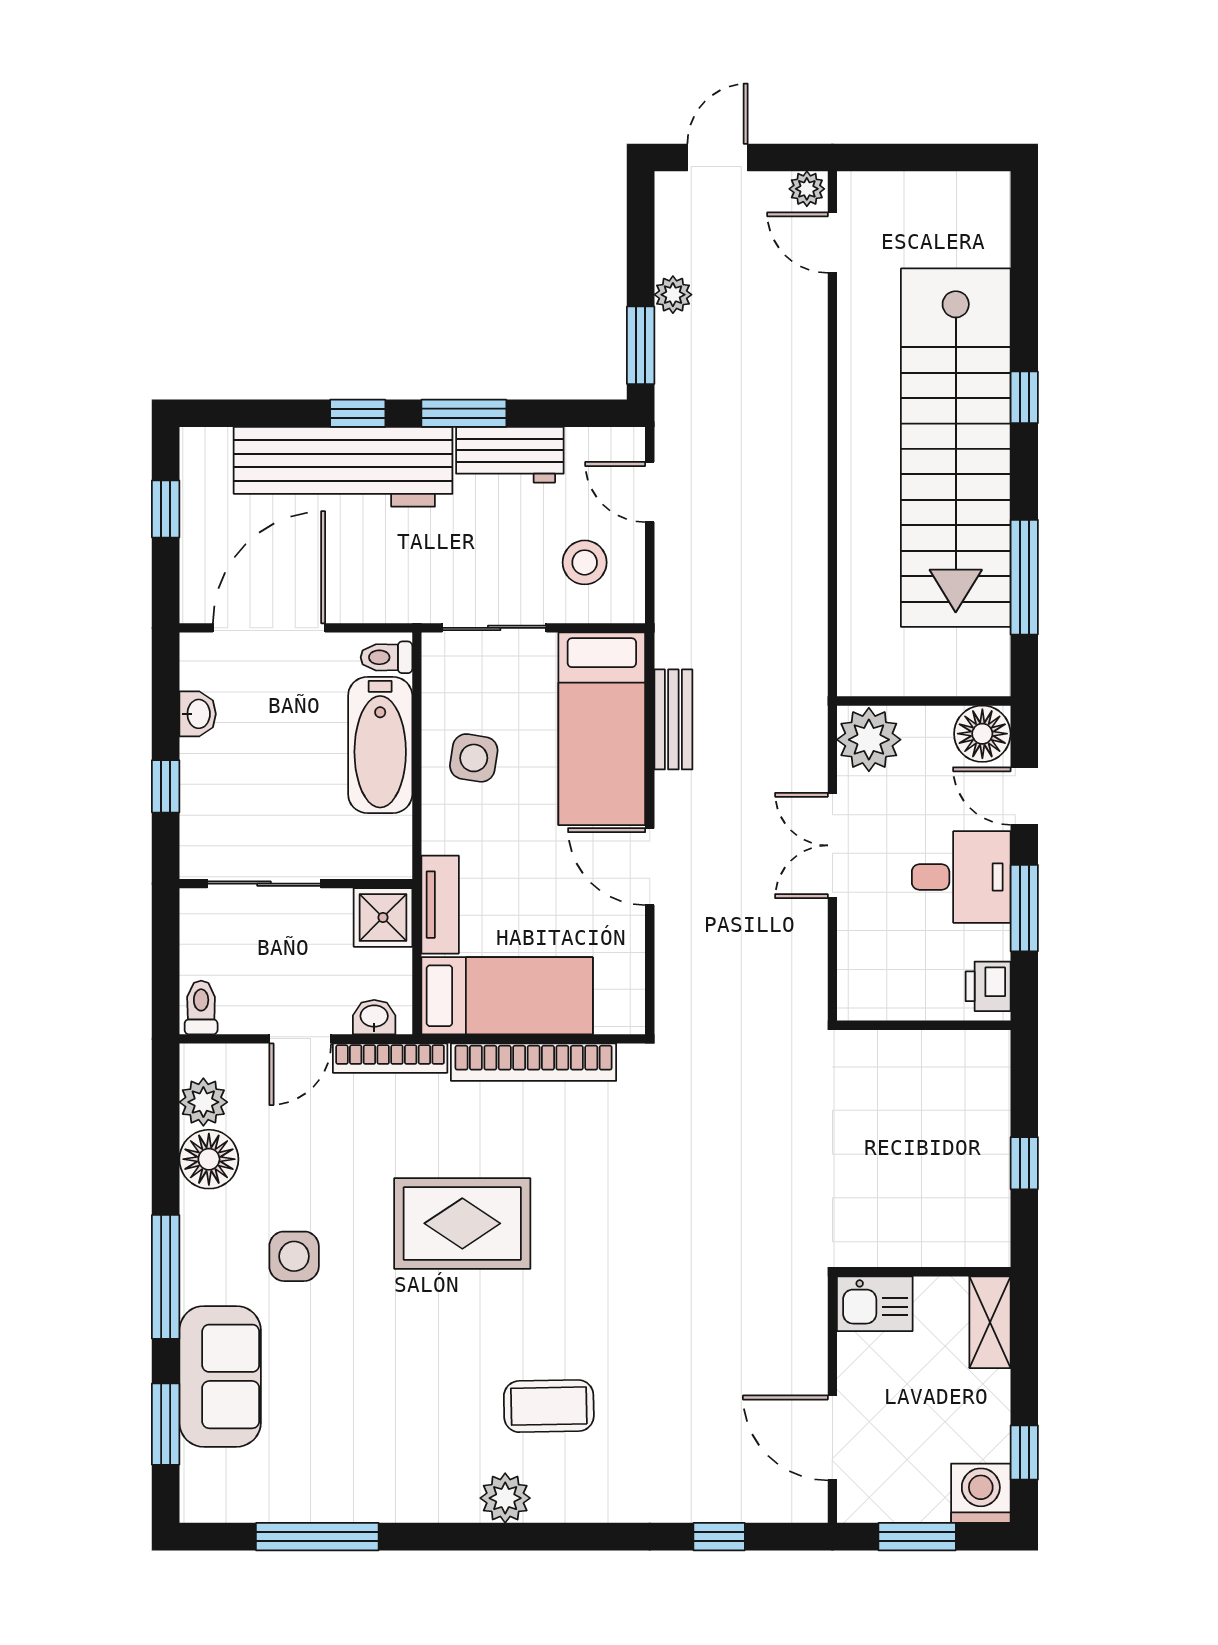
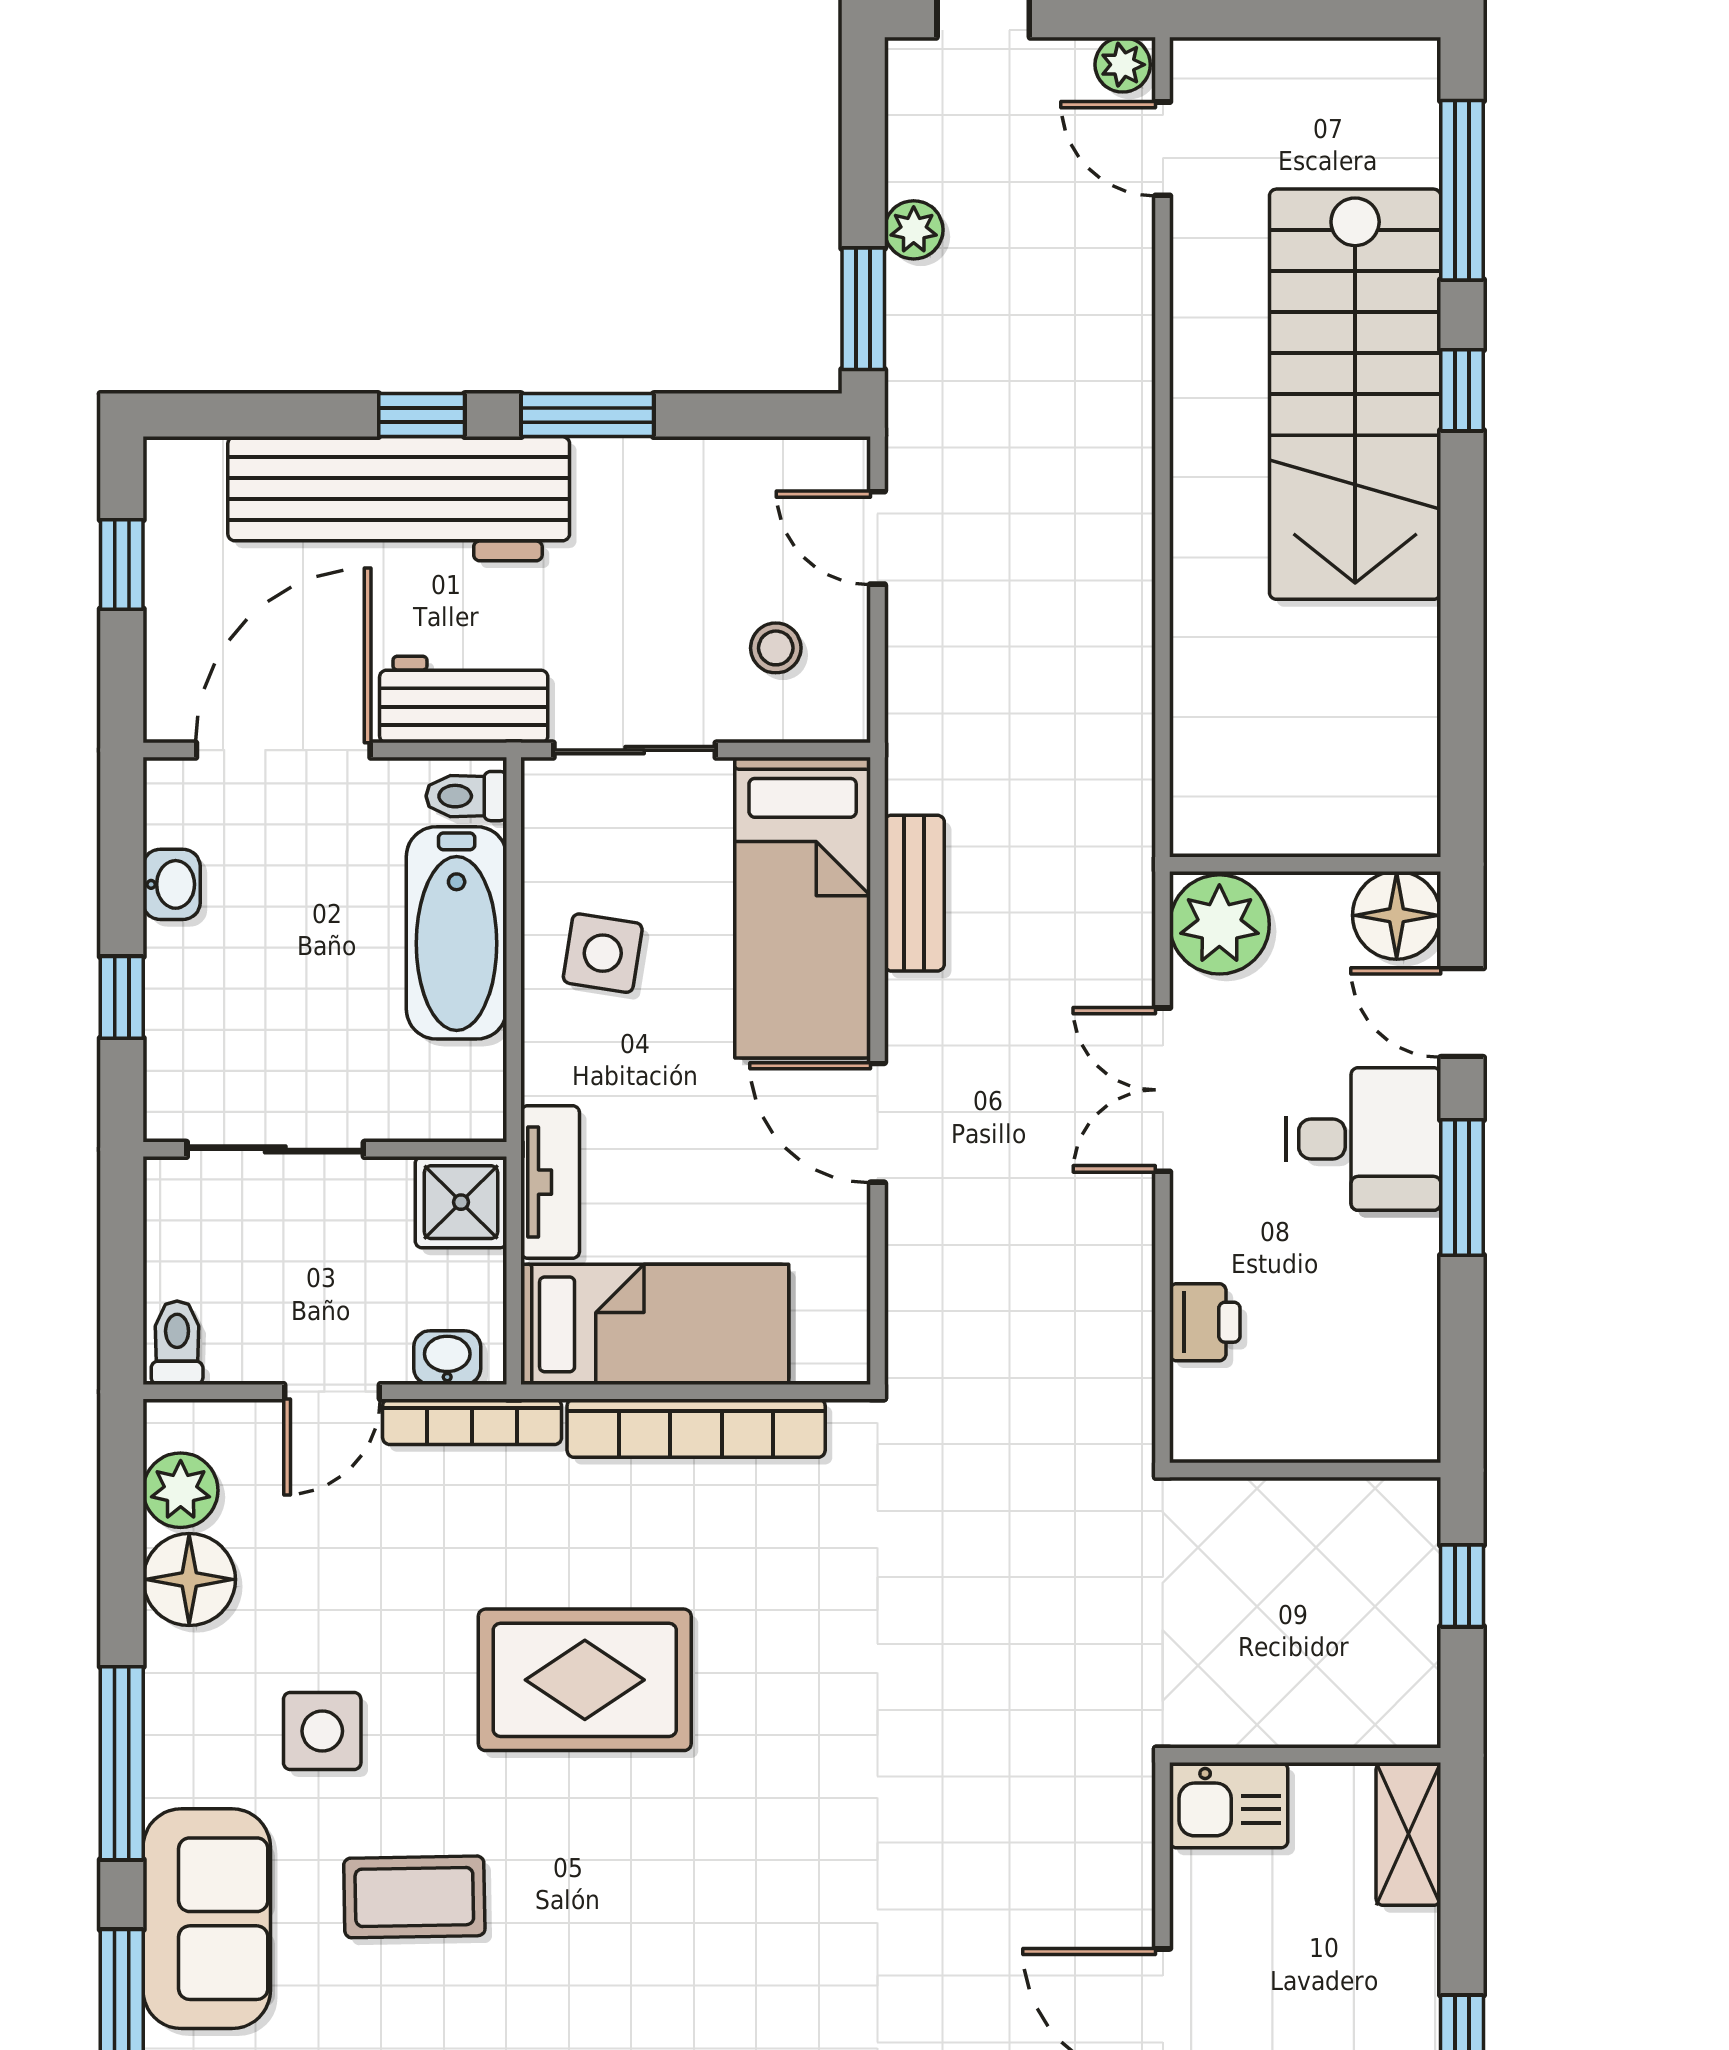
stairs: (956, 448) -> (1355, 394), width x0.73
workbench: (510, 455) -> (464, 700), moved, turned 180
stool: (585, 562) -> (776, 648), width x0.73, depth x0.73
window: (1024, 577) -> (1462, 190), moved
printer: (988, 986) -> (1205, 1322), moved, turned 180
wall: (924, 1025) -> (1305, 1470), moved
coffee table: (549, 1406) -> (414, 1897), moved

